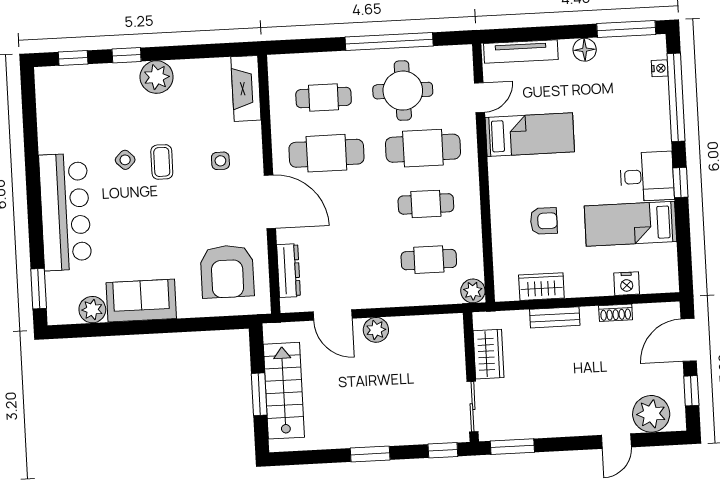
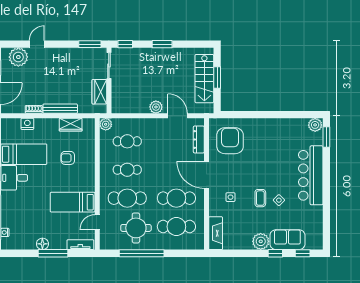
window: (626, 29) -> (53, 253), moved
tv unit: (521, 51) -> (80, 245), width x0.71
cafe table: (324, 98) -> (176, 227), width x1.37, depth x1.35
sofa: (141, 301) -> (287, 240), moved, turned 180
plant: (92, 310) -> (315, 125), moved
bench: (555, 317) -> (60, 109), width x1.36

